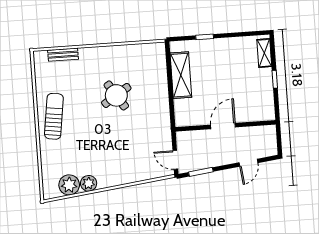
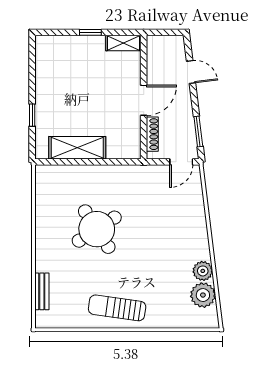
shelving: (264, 53) -> (123, 43), moved
round table: (116, 95) -> (97, 229), width x1.36, depth x1.36
door: (223, 126) -> (144, 100), swing flipped
shoe rack: (196, 135) -> (152, 134), added

